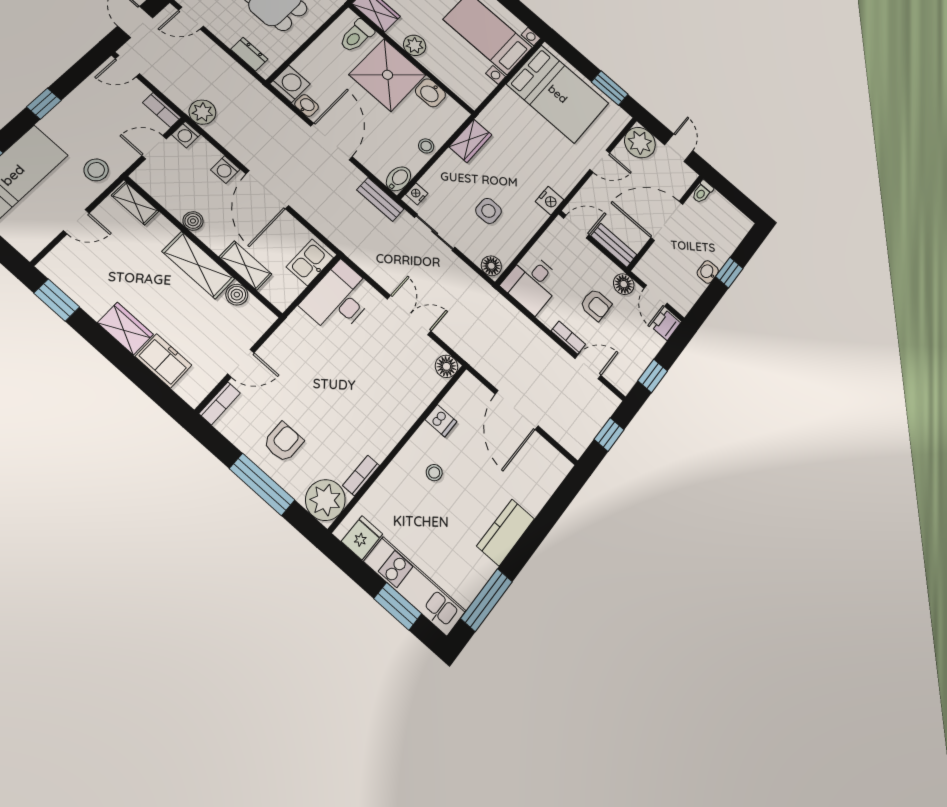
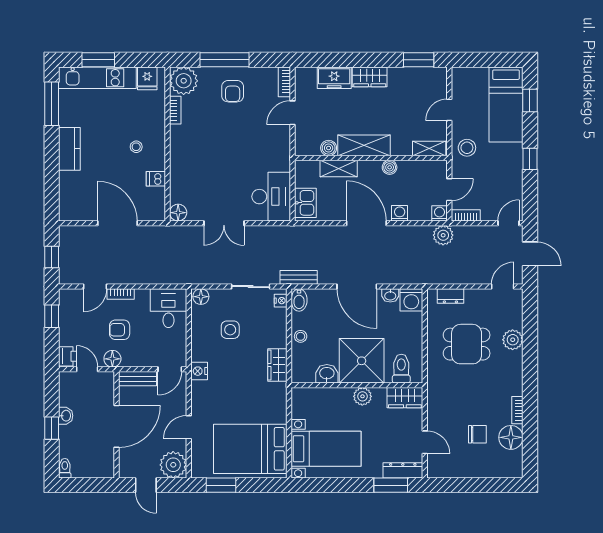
toilet: (702, 192) -> (65, 468), moved

